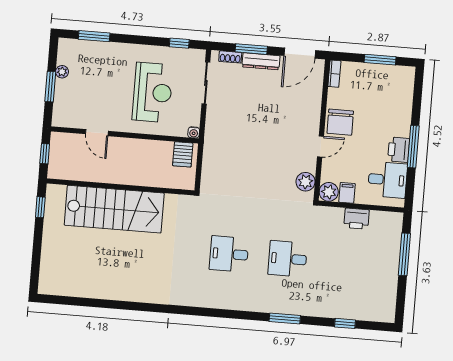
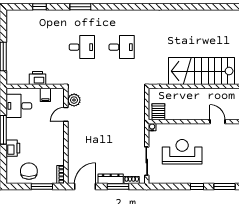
window: (179, 43) -> (197, 187), moved
window: (380, 60) -> (42, 187), moved
reception desk: (153, 92) -> (182, 152), turned 90
chair: (340, 122) -> (29, 171), moved
door: (320, 147) -> (66, 114), moved
printer: (399, 150) -> (13, 148), moved
plant: (329, 192) -> (58, 94), removed

